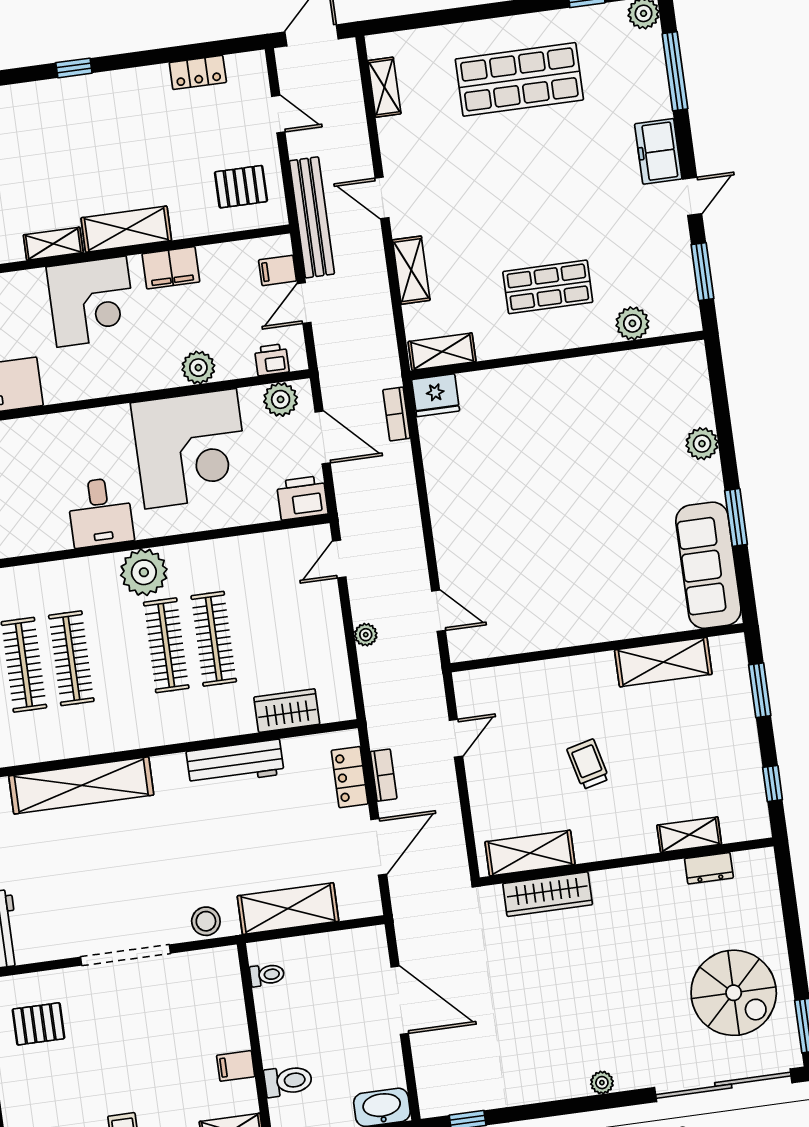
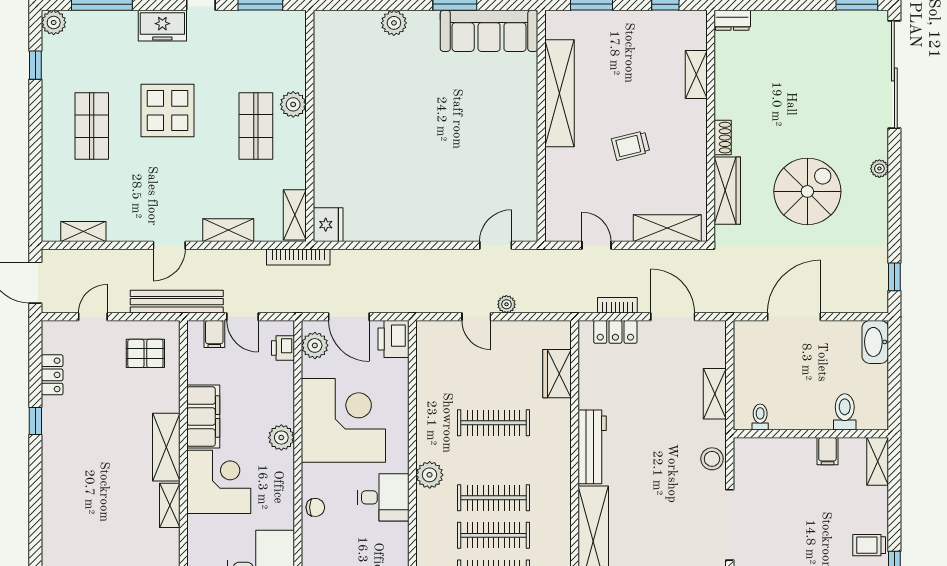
window: (74, 68) -> (35, 421), moved
shop shelf: (519, 79) -> (92, 126), width x0.70, depth x0.74
display table: (552, 173) -> (168, 111), added
pallet: (241, 187) -> (145, 353), turned 90
filing cabinet: (171, 268) -> (203, 417), width x1.50, depth x1.17
plant: (632, 323) -> (293, 104), moved
plant: (198, 368) -> (281, 438), moved
bookcase: (396, 414) -> (298, 257), moved, width x1.56
chair: (76, 428) -> (315, 507), added
door: (323, 438) -> (349, 317), swing flipped
door: (339, 559) -> (476, 317), moved
plant: (144, 572) -> (430, 475), width x0.73, depth x0.73
clothes rail: (166, 645) -> (494, 498), moved
shelving: (663, 662) -> (559, 93), width x1.47
workbench: (235, 763) -> (592, 447), moved
shelving: (530, 853) -> (667, 228), moved, turned 90
dresser: (709, 868) -> (732, 20), moved, turned 90
shoe rack: (614, 879) -> (723, 138), added
shelving: (288, 909) -> (715, 394), width x0.67, depth x0.75
spiral stairs: (734, 993) -> (807, 191), moved

